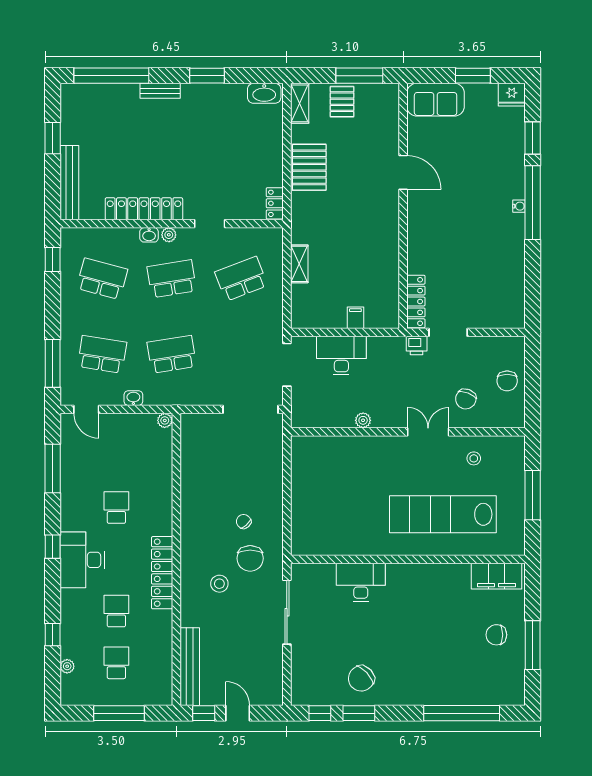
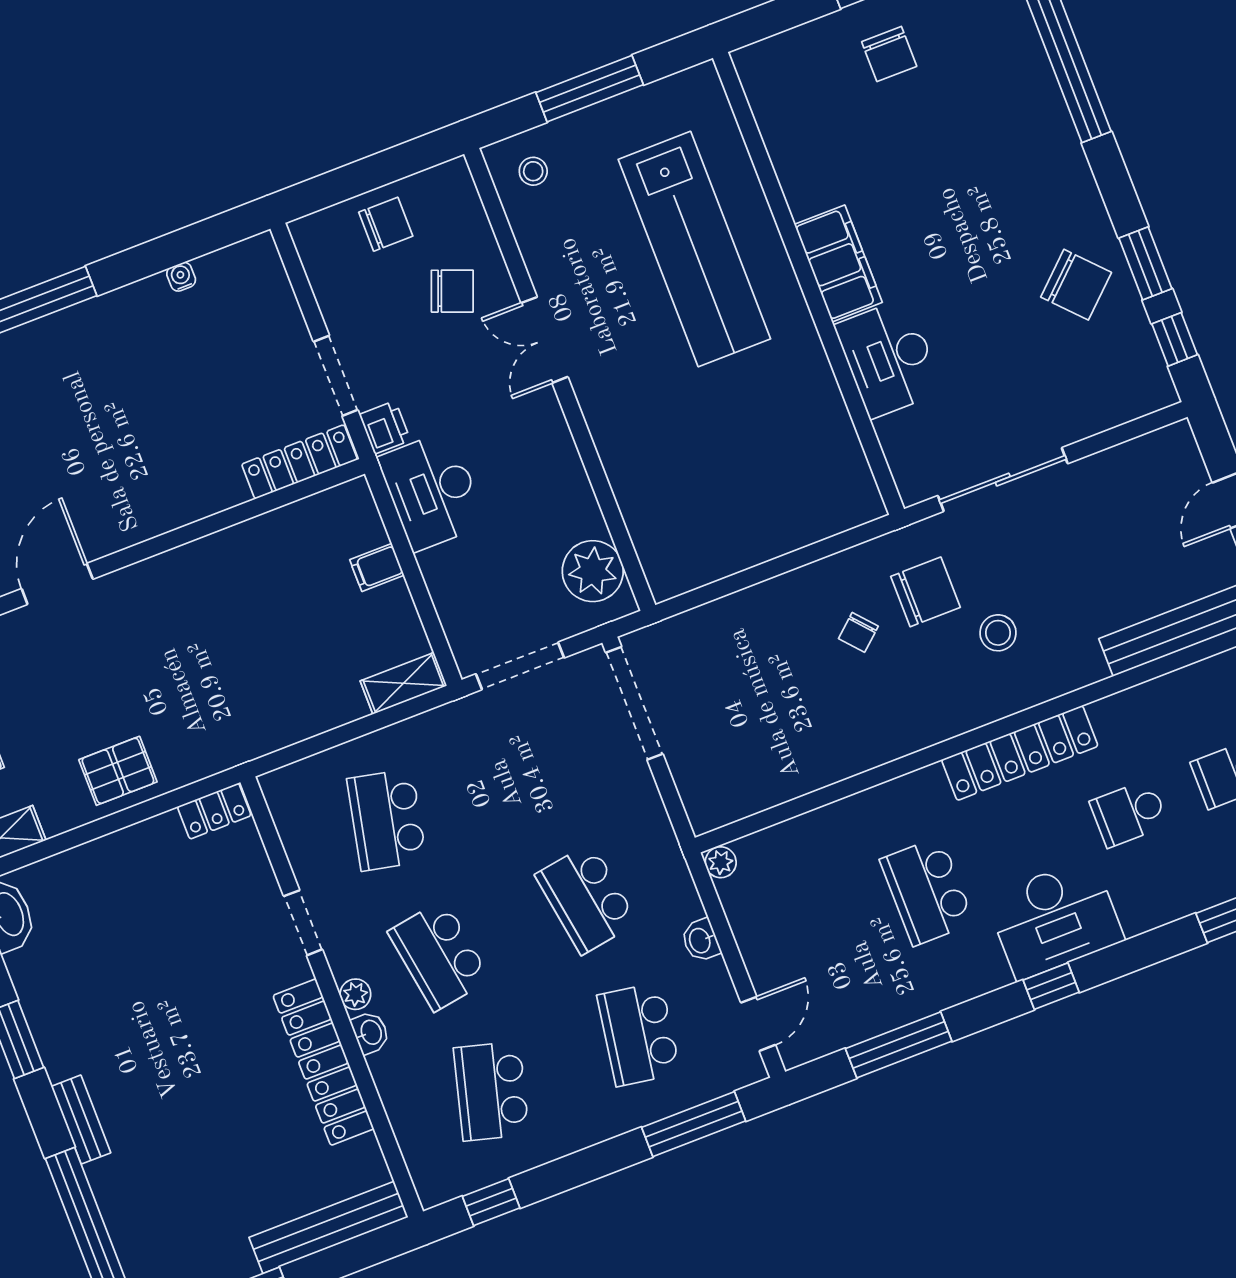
pallet: (309, 167) -> (118, 771), width x0.67, depth x0.71
water cooler: (519, 206) -> (181, 277), moved
shelving: (299, 264) -> (403, 683), moved
school desk: (241, 279) -> (387, 820), turned 33
desk: (341, 356) -> (432, 491), moved
plant: (363, 420) -> (593, 571), moved, width x1.87, depth x1.87
stool: (474, 458) -> (533, 171), moved
school desk: (116, 508) -> (927, 891), width x1.85
filing cabinet: (496, 576) -> (838, 263), moved

